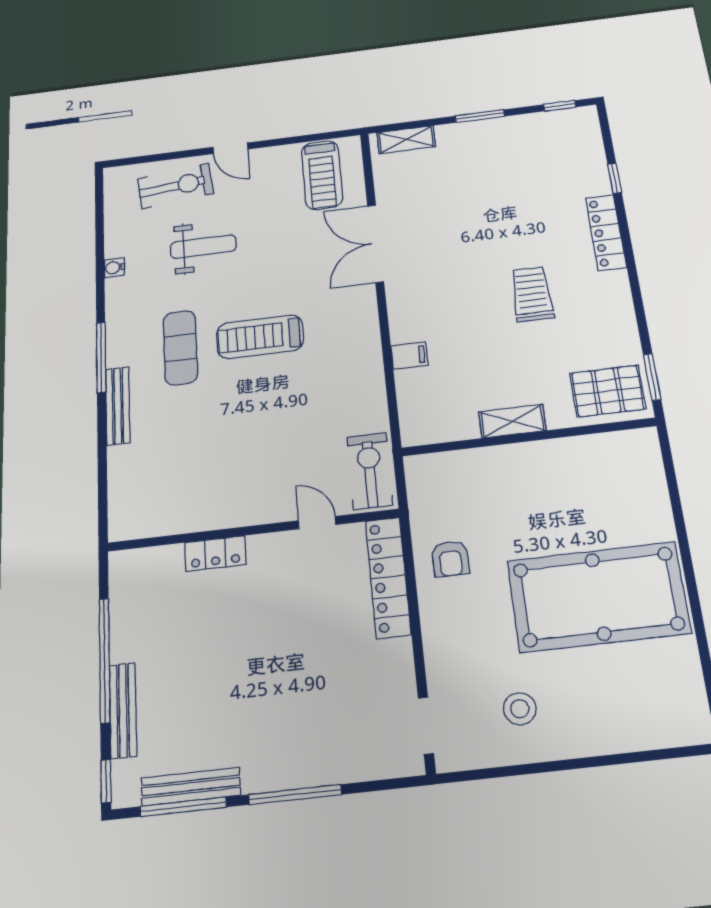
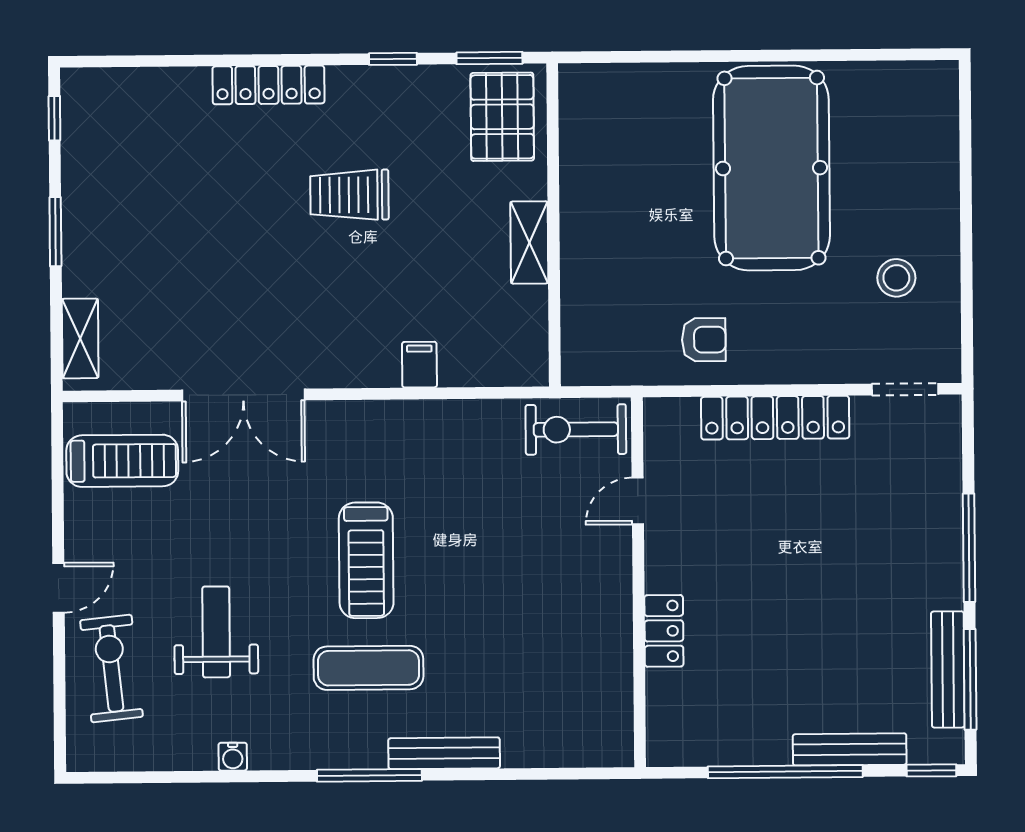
window: (615, 178) -> (393, 59), moved
locker: (388, 577) -> (775, 418), moved

